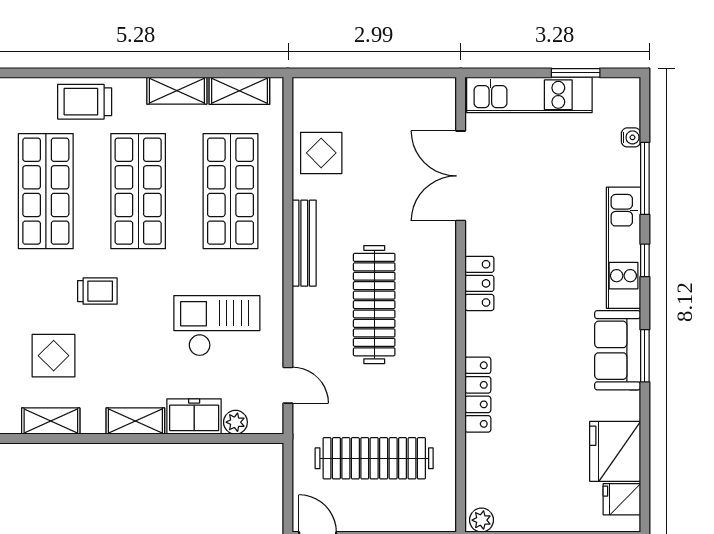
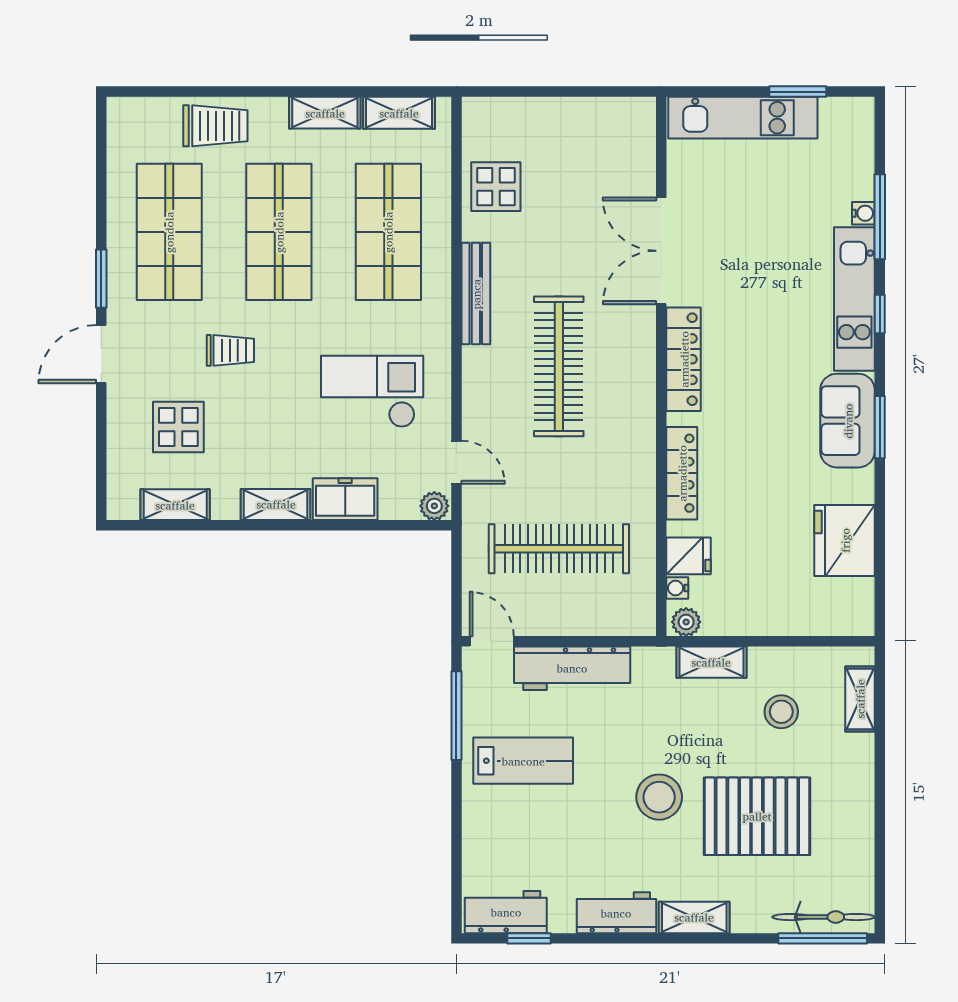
trolley: (85, 102) -> (215, 126), turned 180
water cooler: (631, 137) -> (863, 213), moved
double door: (461, 176) -> (661, 251), moved
locker: (479, 283) -> (684, 359), width x1.53
plant: (235, 422) -> (434, 506), moved
water cooler: (474, 491) -> (677, 588), added
fridge: (622, 499) -> (688, 556), moved, turned 180

